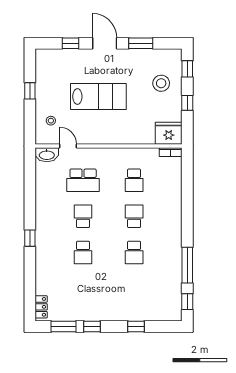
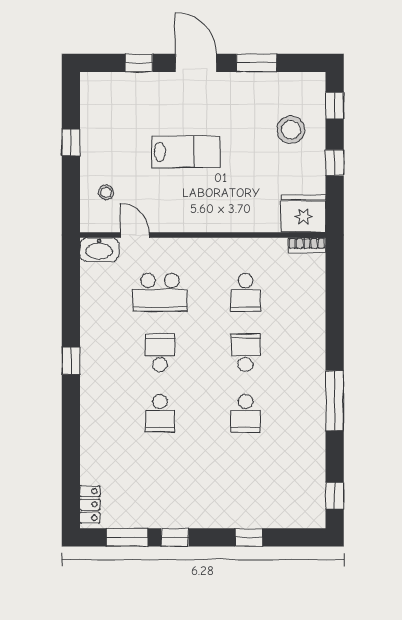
lab bench: (98, 97) -> (186, 152), width x0.73, depth x0.72
window: (30, 238) -> (71, 361), moved
window: (187, 265) -> (335, 401), moved

